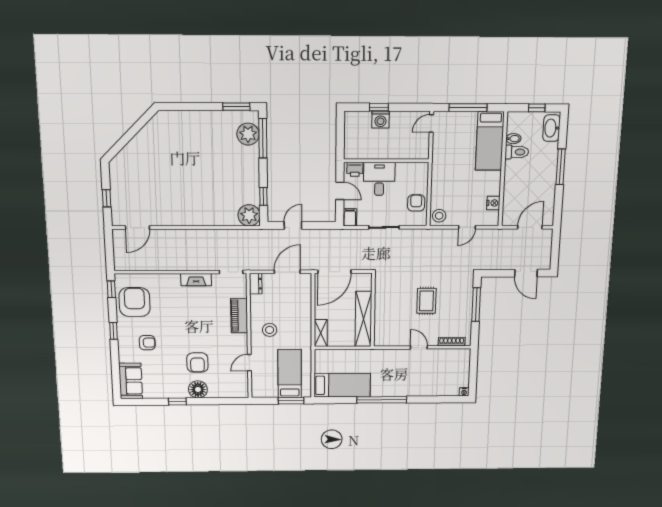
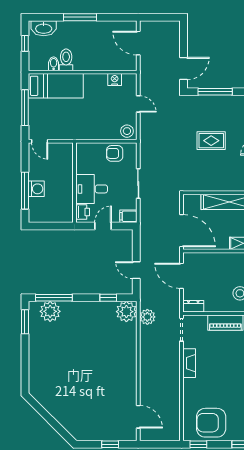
window: (379, 107) -> (25, 191), width x2.17
plant: (244, 237) -> (147, 317), added
door: (526, 273) -> (184, 68), moved

